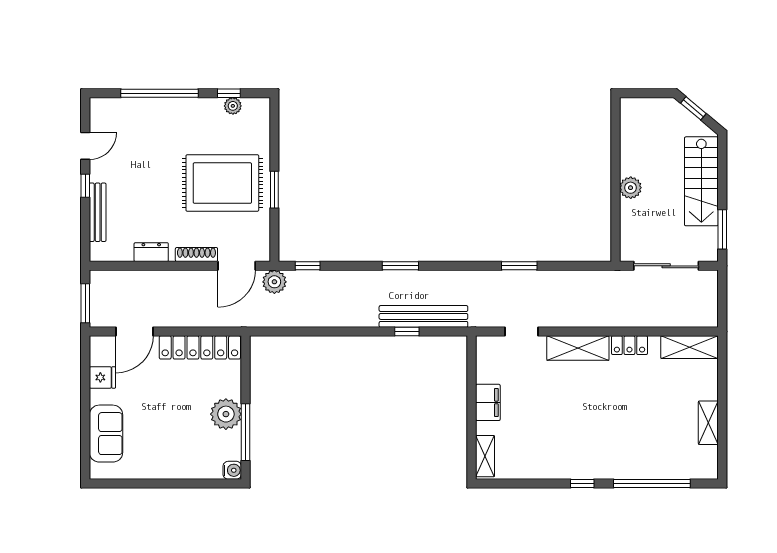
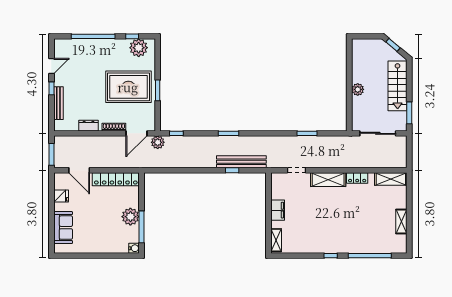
plant: (233, 106) -> (139, 48), width x1.88, depth x1.88
window: (519, 266) -> (307, 133), moved
door: (135, 332) -> (79, 170), hinge flipped

